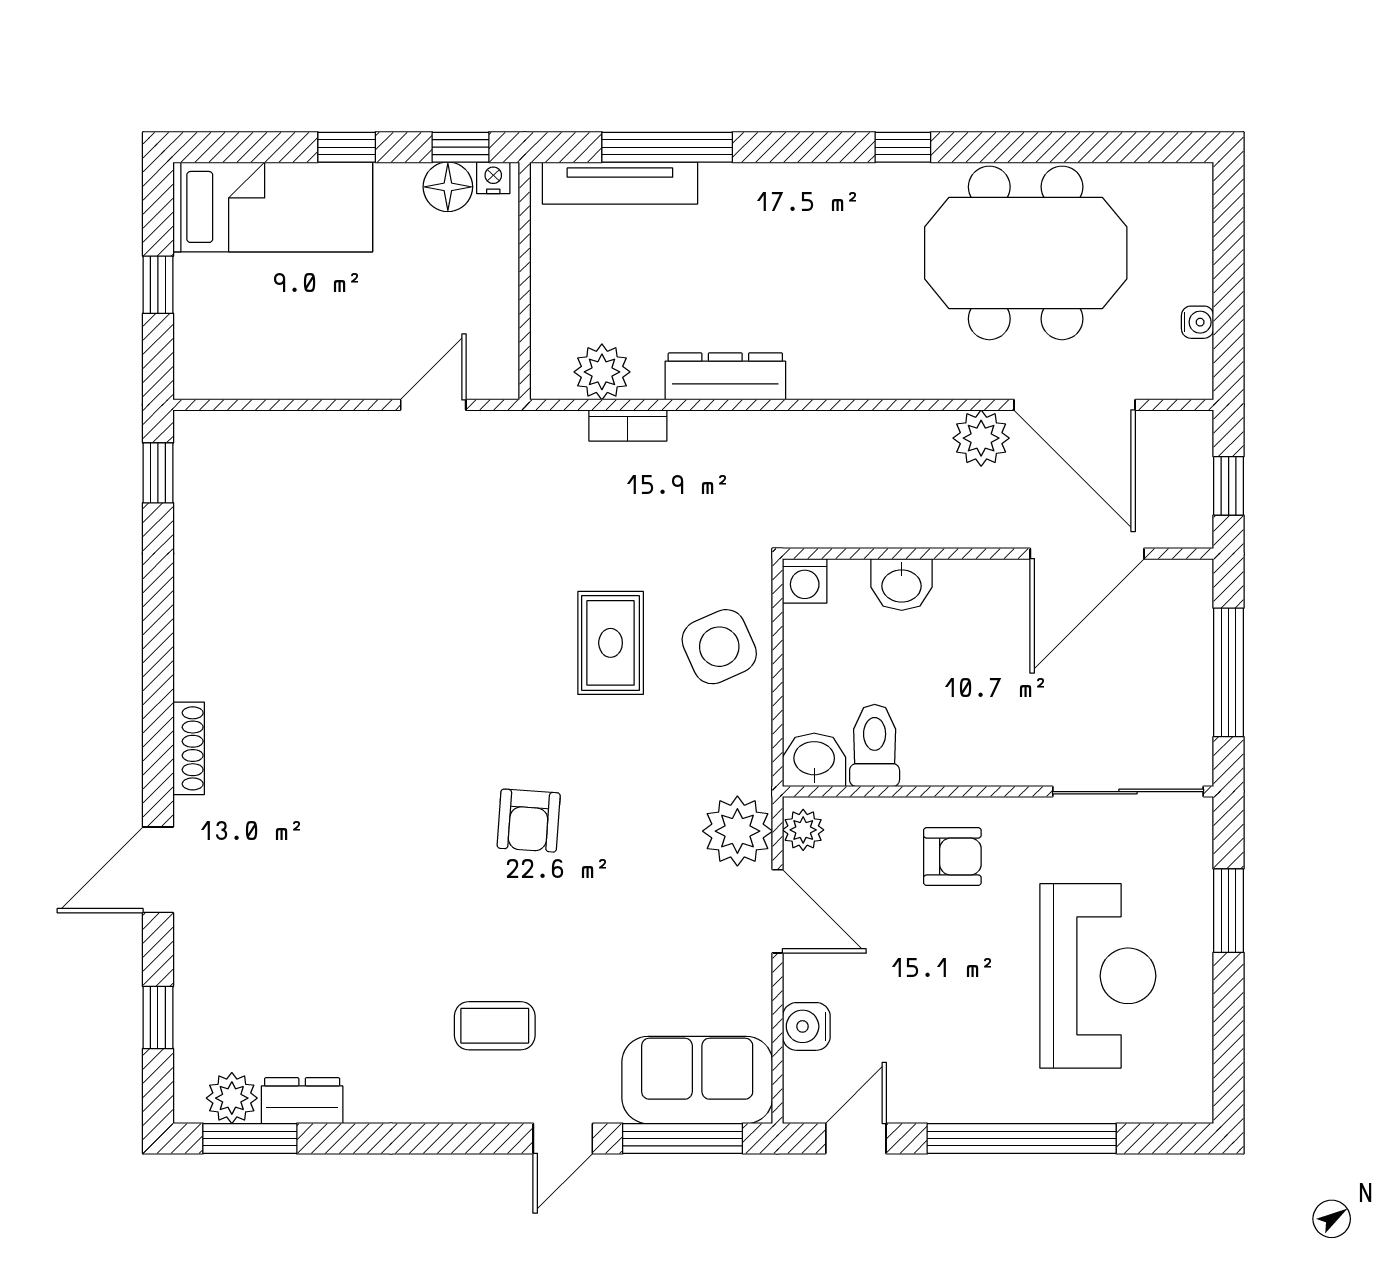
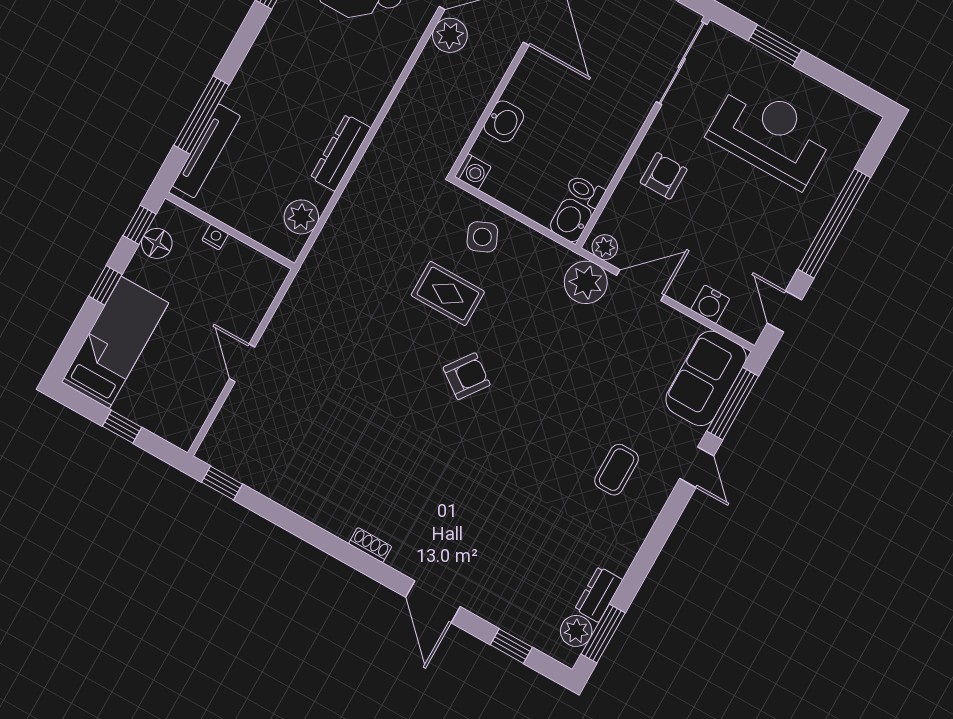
nightstand: (493, 178) -> (215, 237), moved, turned 90
door: (433, 405) -> (242, 363), moved
bookcase: (628, 425) -> (337, 219), removed
side table: (719, 647) -> (482, 237), width x0.73, depth x0.73
toilet: (875, 745) -> (585, 191), width x0.73, depth x0.72
shoe rack: (189, 748) -> (370, 545), width x0.70
armchair: (529, 821) -> (467, 376), moved, turned -58

